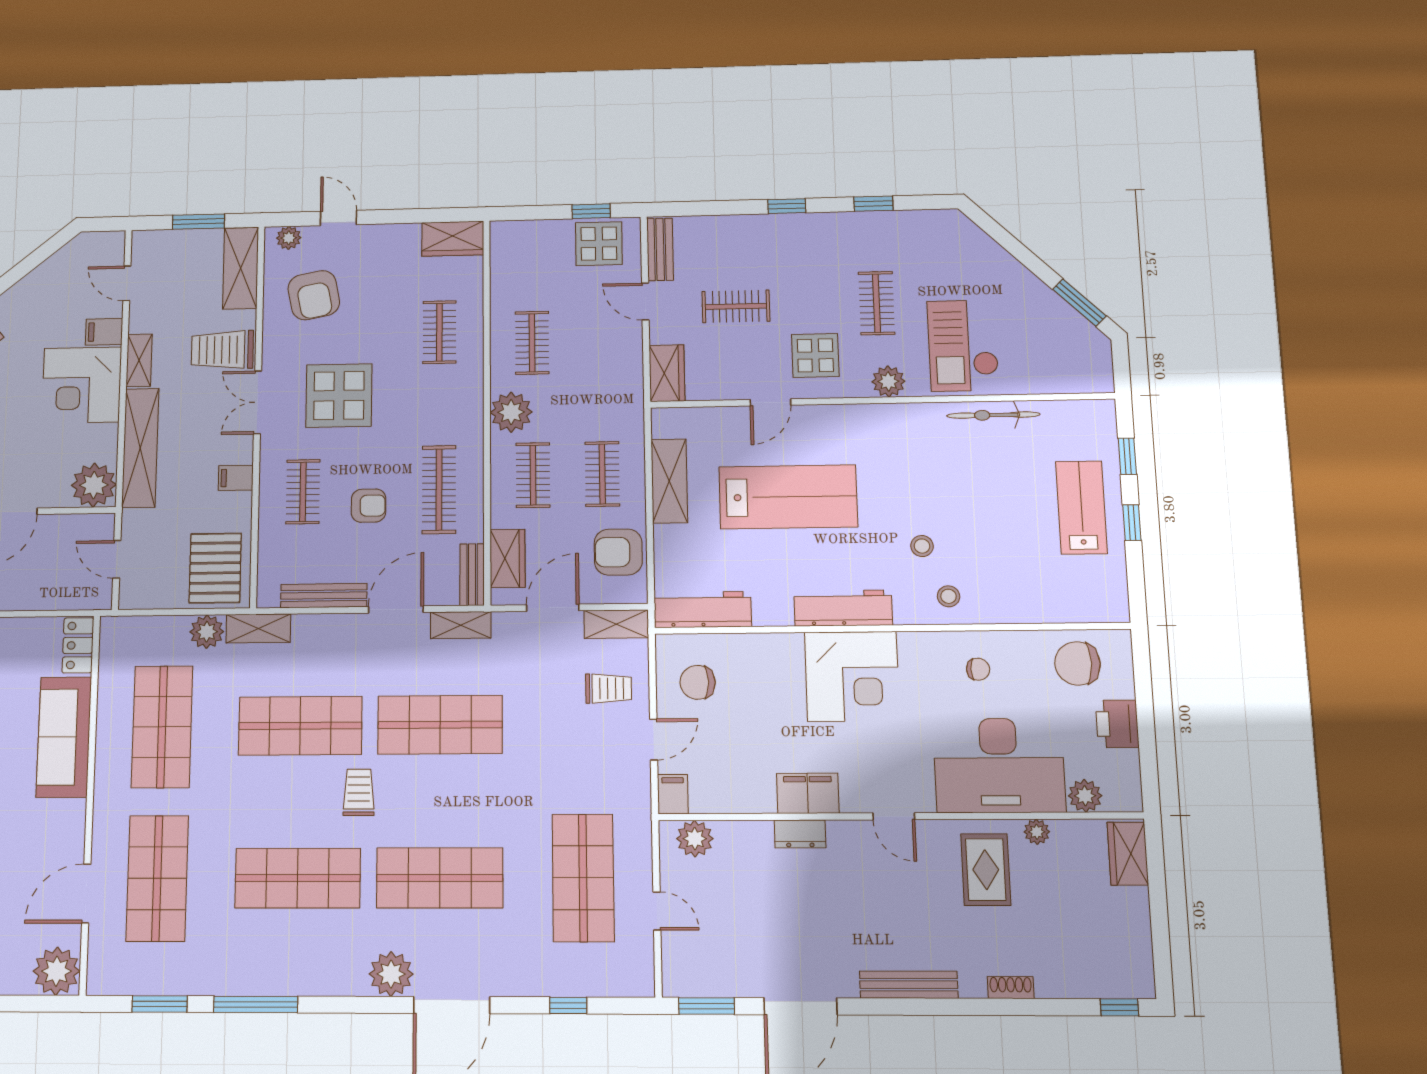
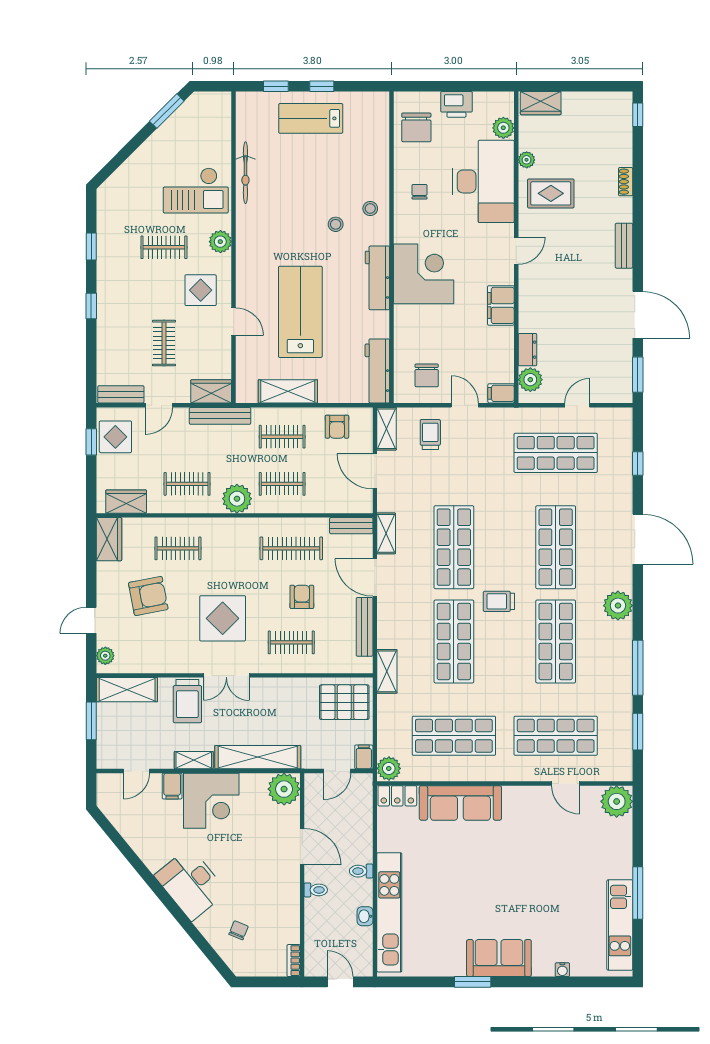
armchair: (314, 295) -> (148, 596), moved
bench: (631, 386) -> (220, 416), added
filing cabinet: (236, 478) -> (364, 757), moved, turned 180
armchair: (618, 552) -> (337, 427), width x0.72, depth x0.72
wardrobe: (508, 558) -> (126, 502), moved
plant: (207, 632) -> (389, 768), moved
dresser: (800, 834) -> (527, 350), moved
door: (86, 893) -> (566, 783), width x0.73
plant: (391, 974) -> (618, 606), moved
bench: (909, 985) -> (624, 246), width x0.73

